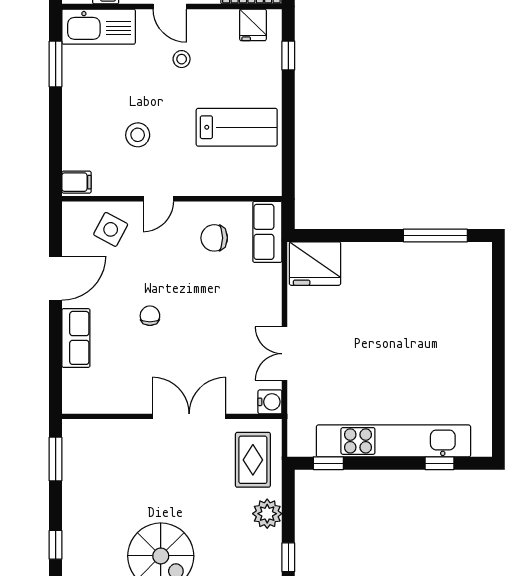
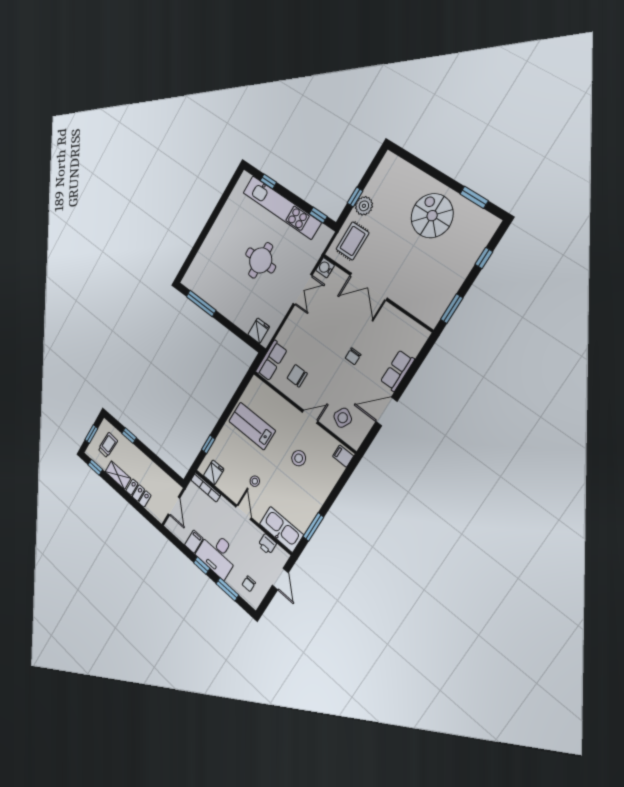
chair: (214, 238) -> (297, 376), turned 180
fridge: (315, 264) -> (259, 331), width x0.53, depth x0.75
round table: (378, 352) -> (261, 260), added
window: (288, 557) -> (355, 197), moved

